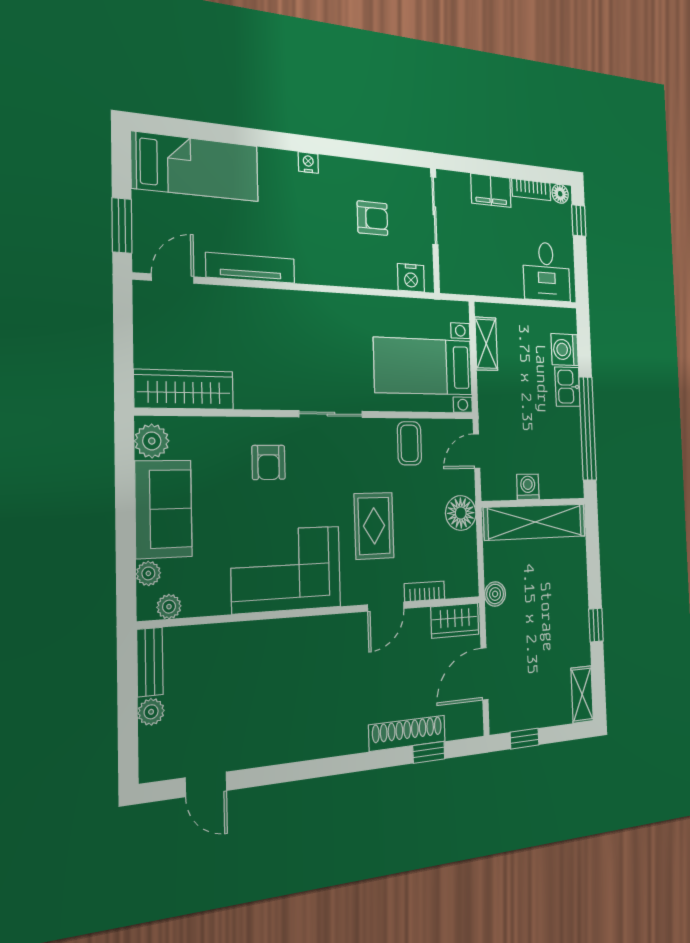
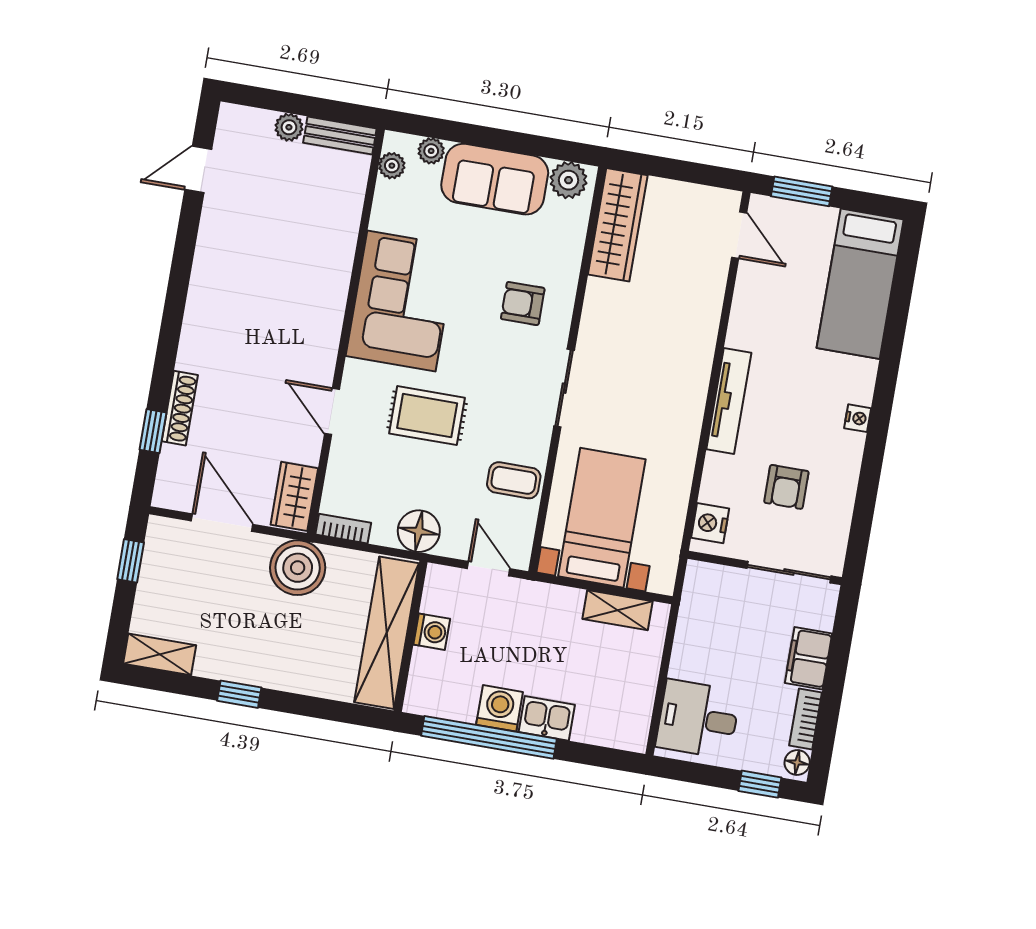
tv unit: (251, 268) -> (729, 401), moved
washing machine: (565, 350) -> (500, 708), moved
bookcase: (424, 591) -> (343, 529), moved, turned -90
boiler: (495, 594) -> (298, 568), width x1.86, depth x1.86
shoe rack: (407, 733) -> (180, 408), width x0.74, depth x0.81

